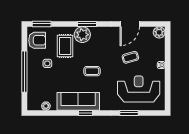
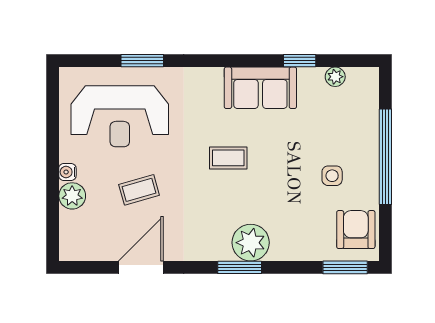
plant: (159, 32) -> (72, 196), moved
armchair: (37, 40) -> (356, 230), turned 90
rug: (65, 46) -> (291, 216), removed
sofa: (78, 101) -> (260, 88), width x0.73
window: (86, 113) -> (300, 61), moved

